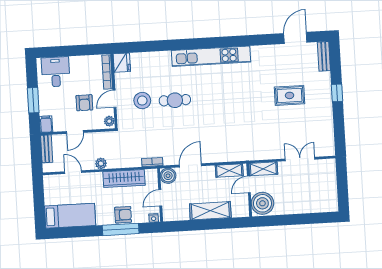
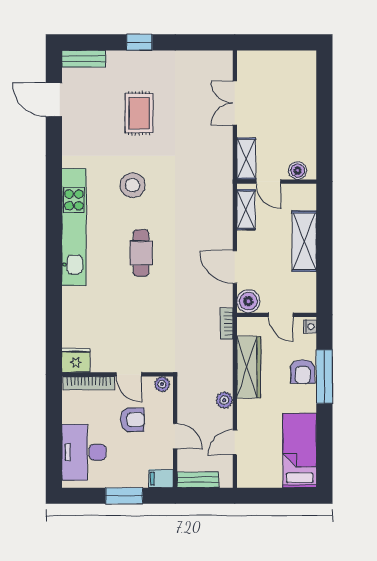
desk: (56, 72) -> (84, 452), width x1.37
cafe table: (175, 100) -> (141, 253), moved
stool: (142, 101) -> (133, 185), moved
boiler: (262, 203) -> (298, 171), width x0.54, depth x0.54
armchair: (123, 215) -> (303, 372), turned 180

